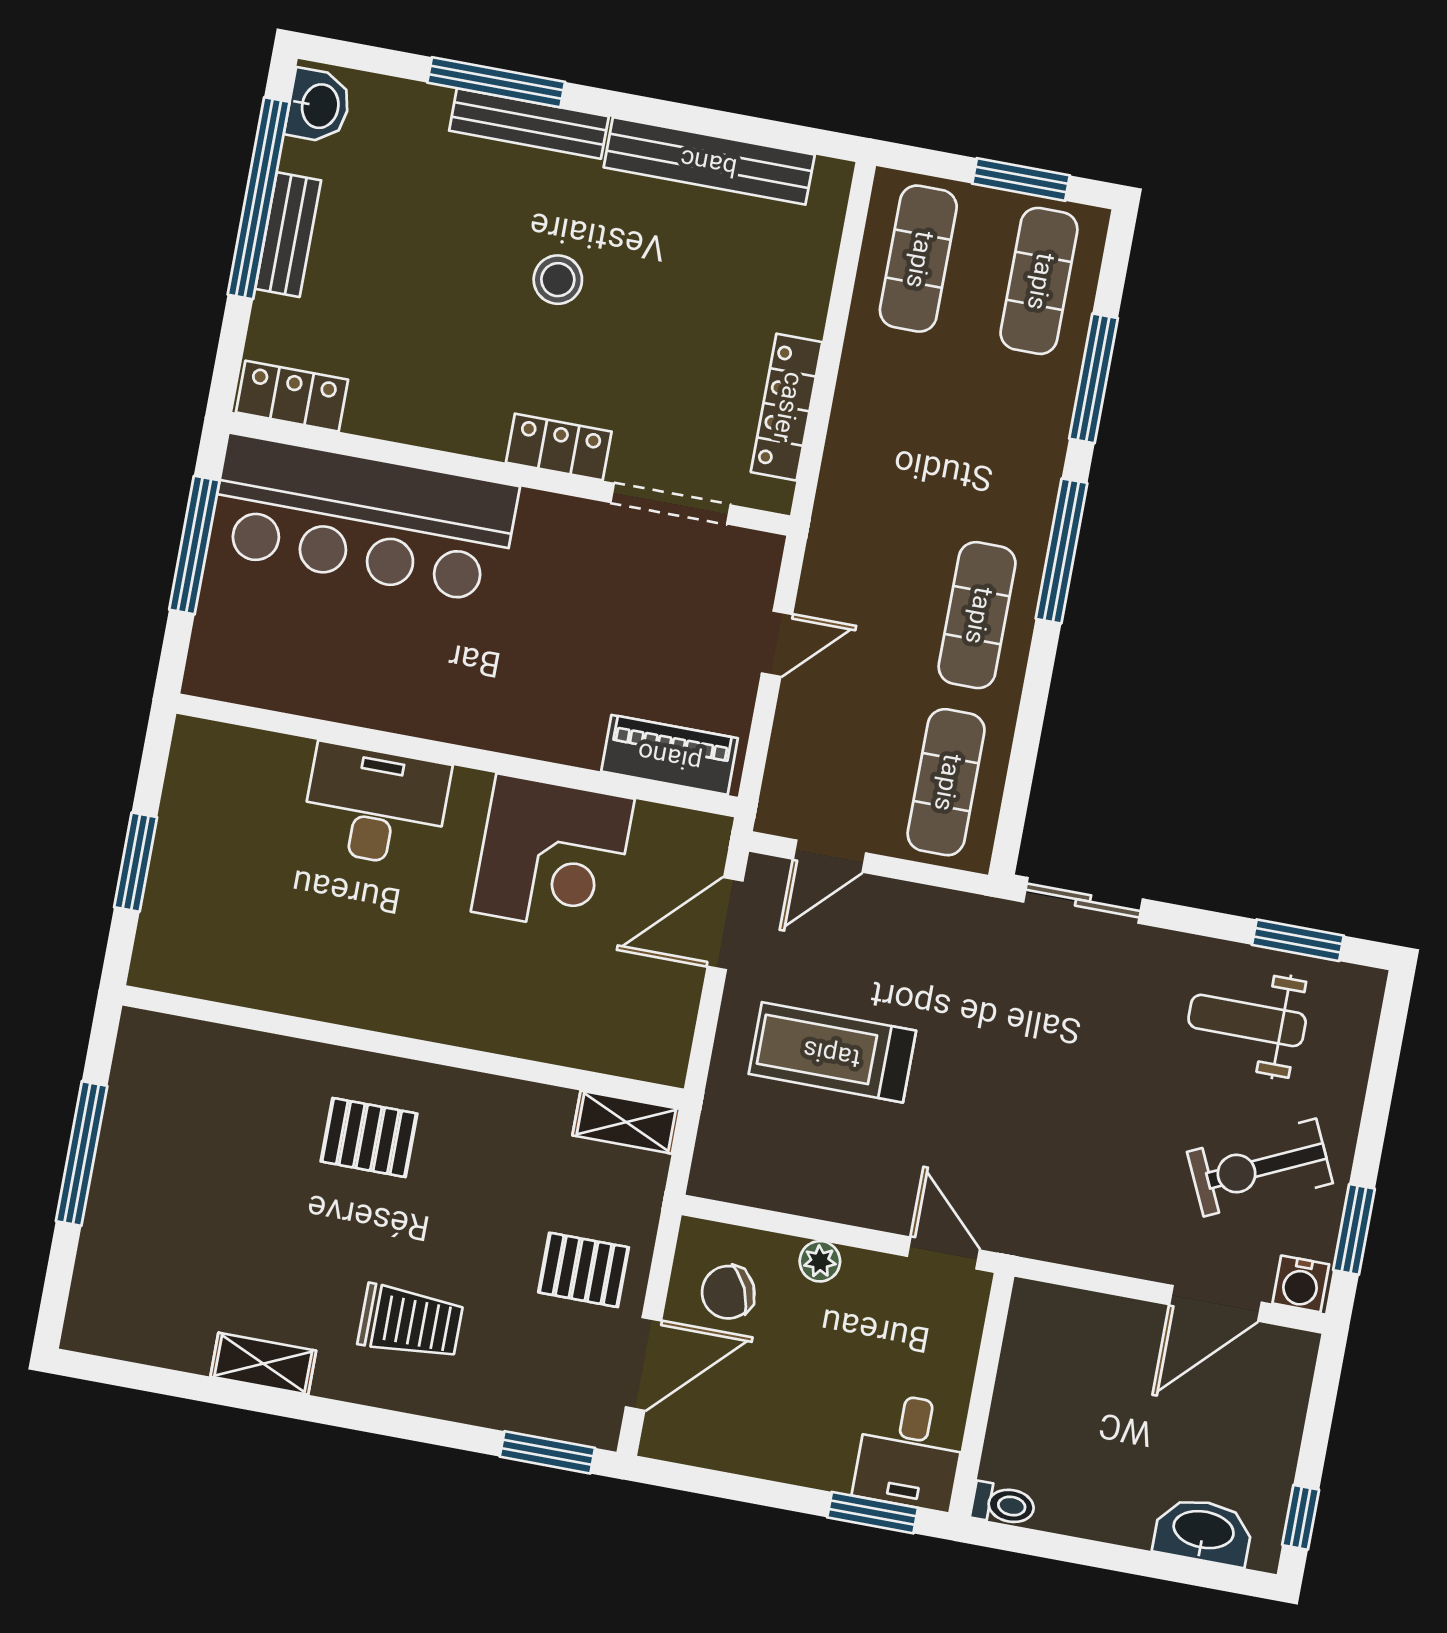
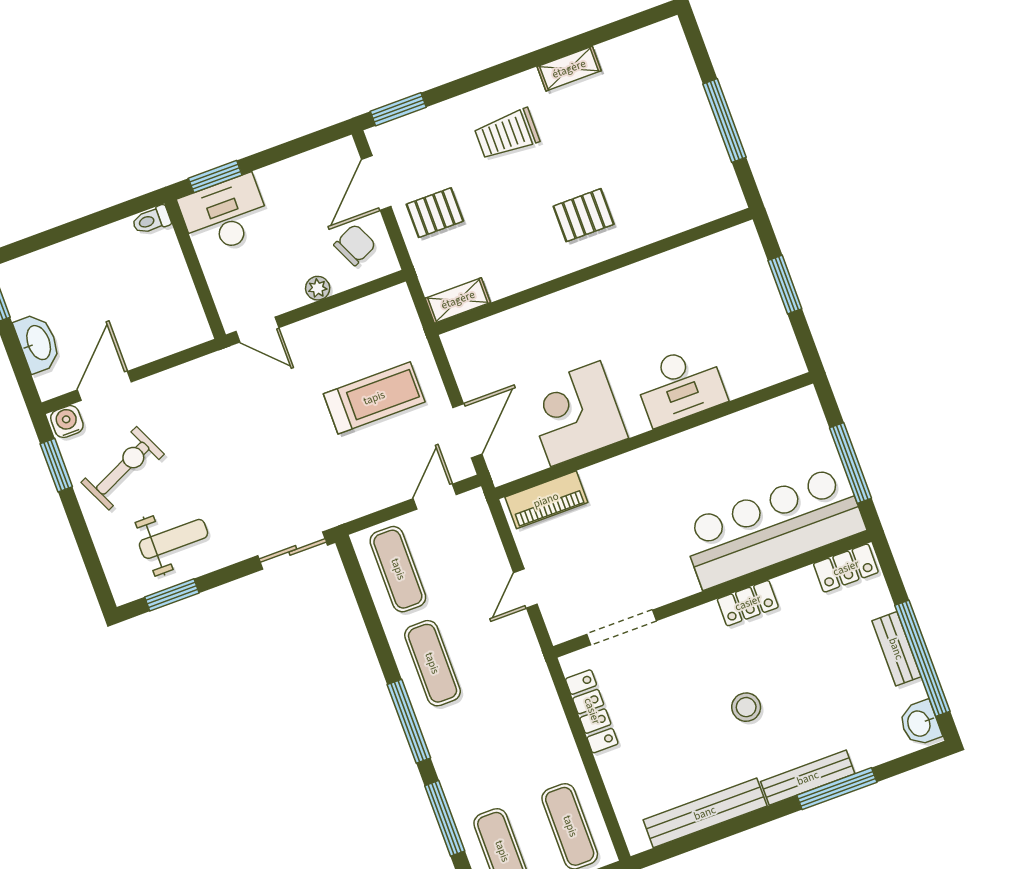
locker: (559, 447) -> (748, 603), moved
desk: (910, 1452) -> (225, 215), width x1.37
washbasin: (1203, 1531) -> (38, 343), moved, turned -90

